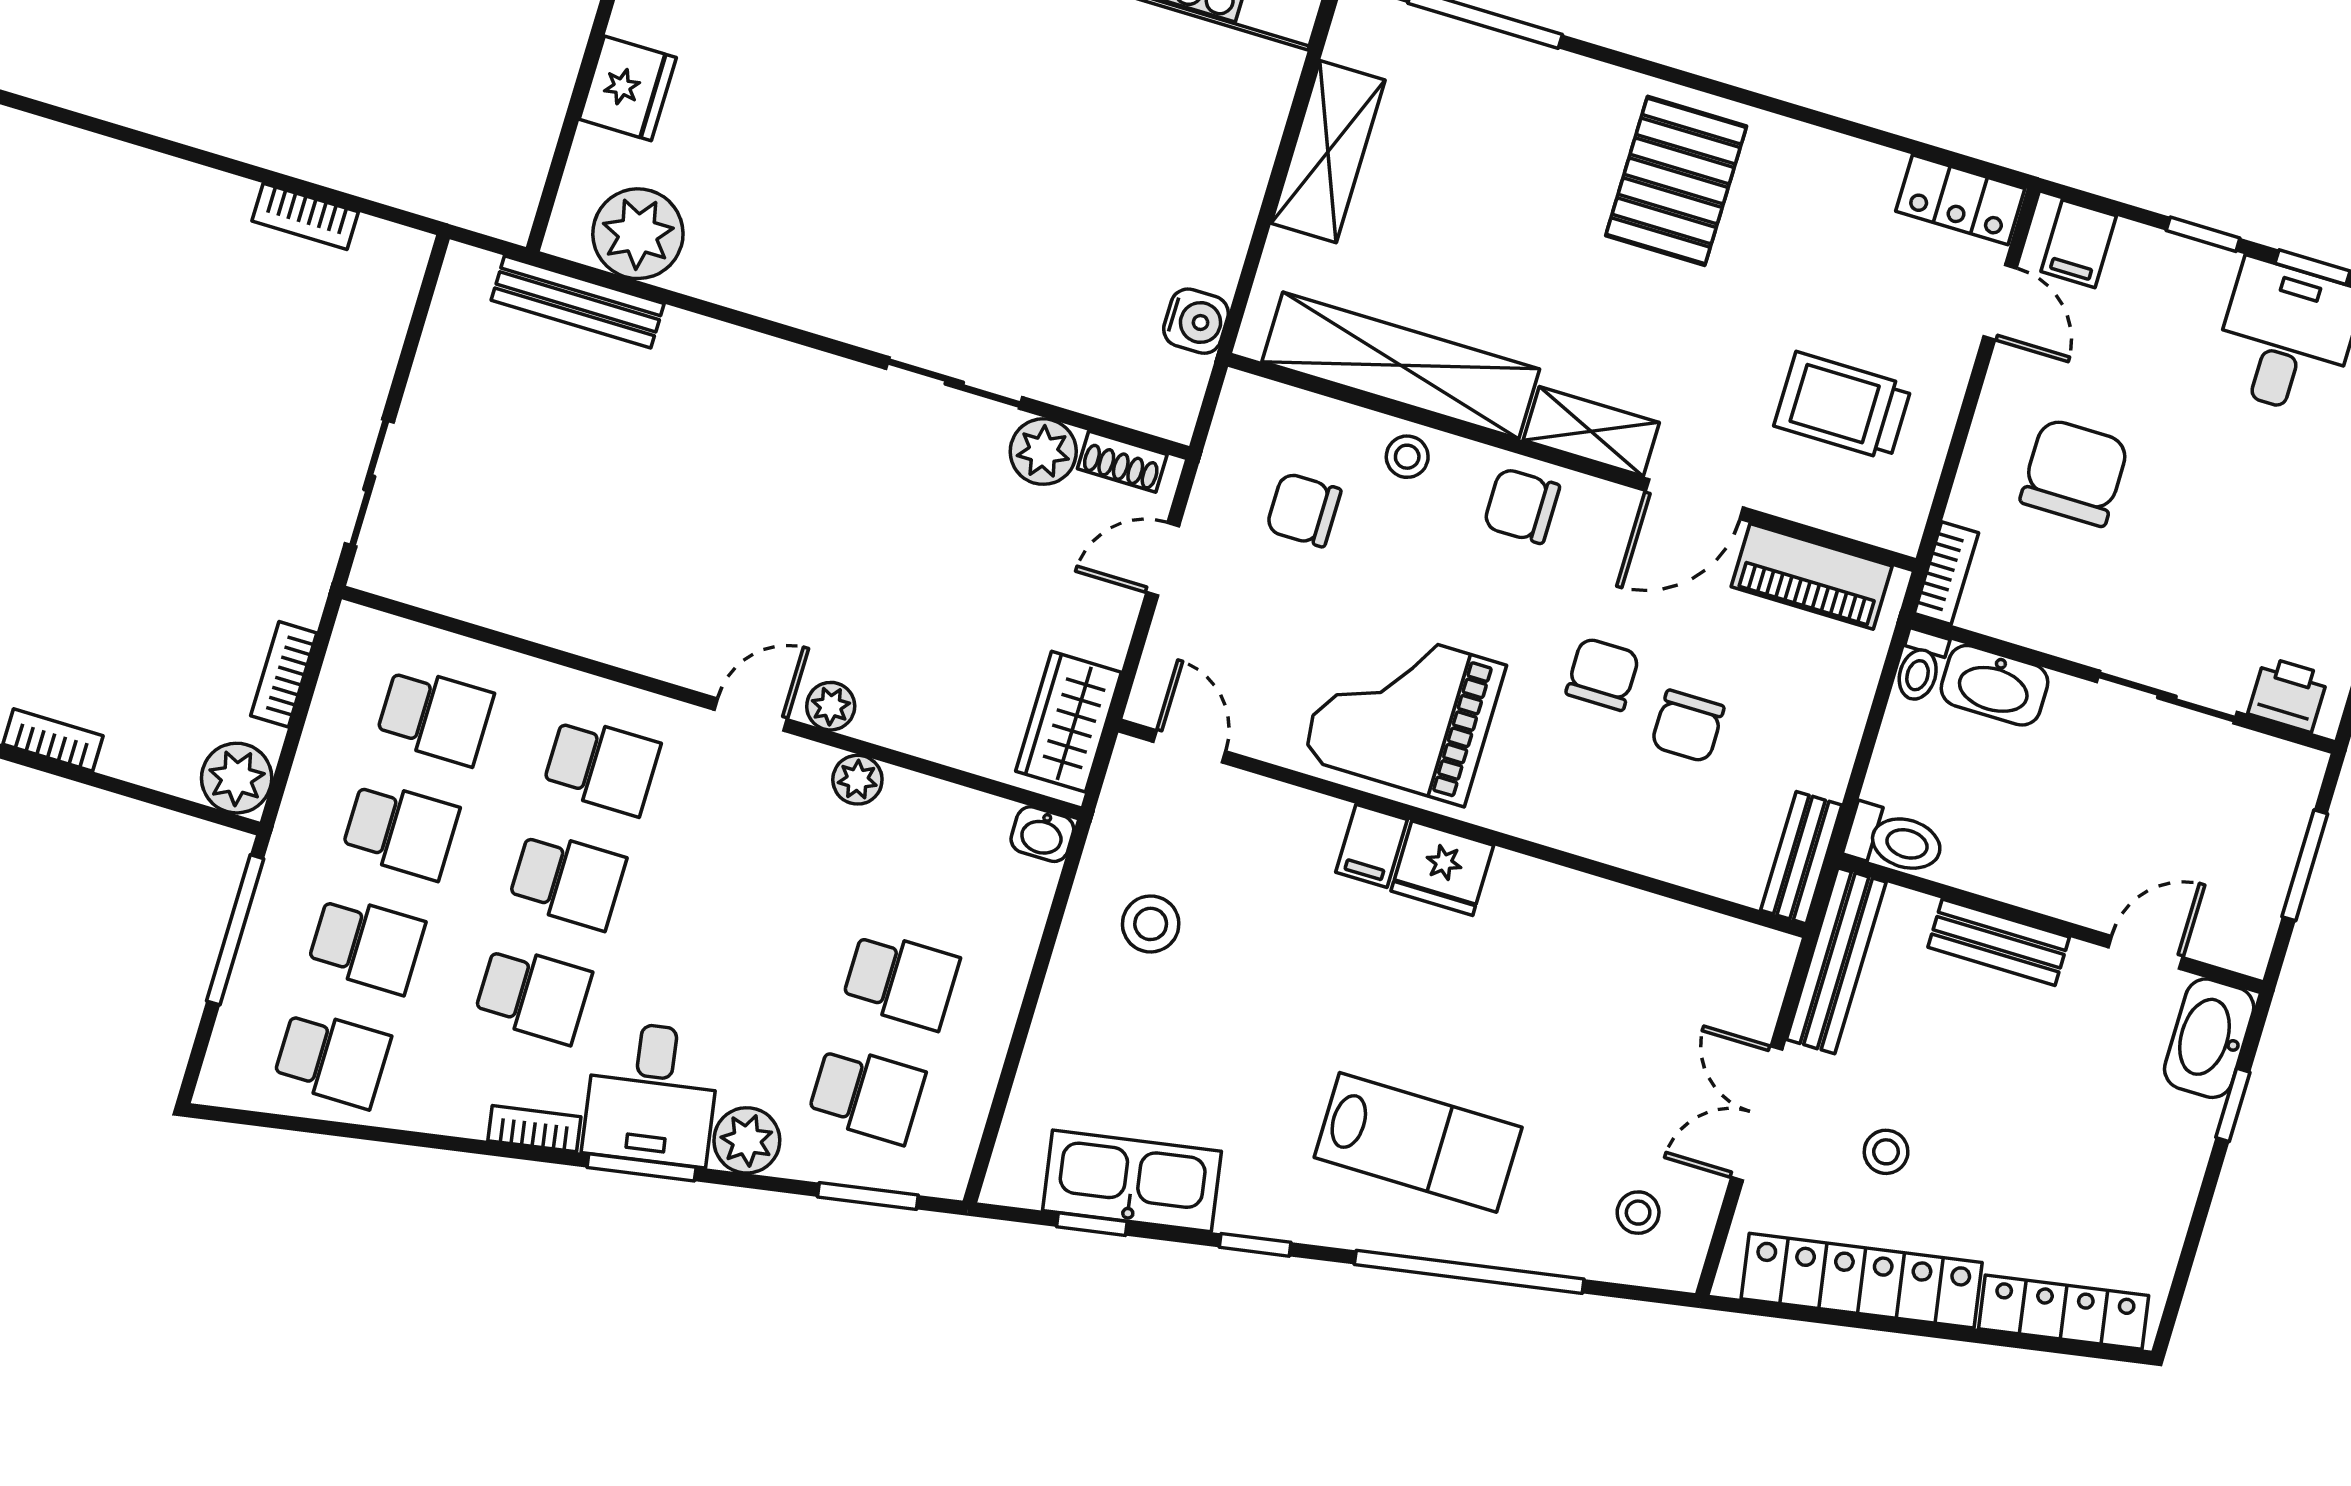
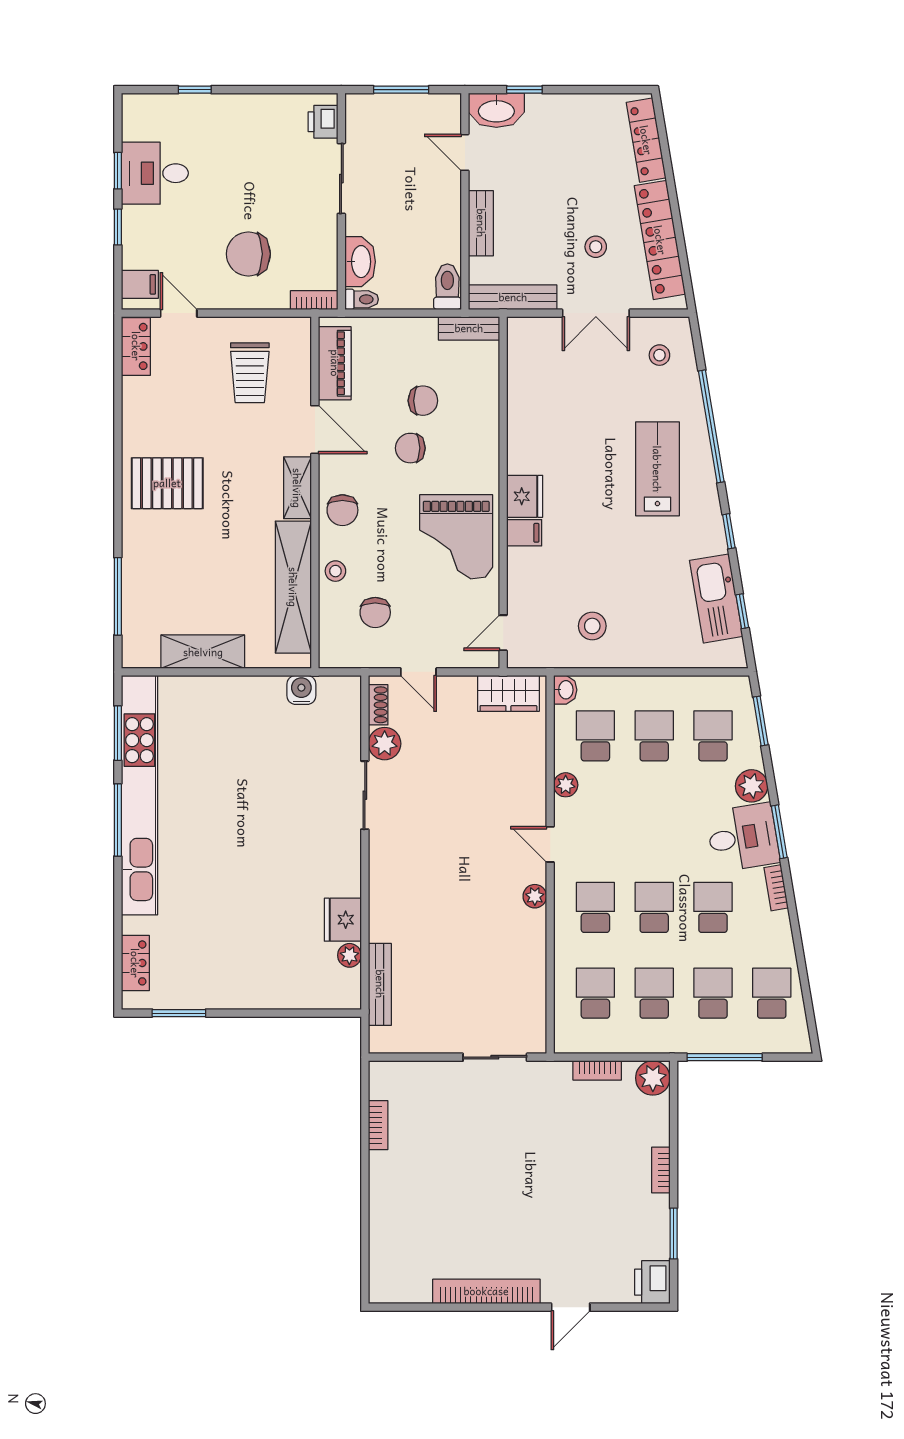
fridge: (628, 88) -> (343, 920), moved, turned -90
plant: (638, 234) -> (349, 955), width x0.53, depth x0.53
door: (2000, 302) -> (179, 313), hinge flipped
plant: (831, 706) -> (535, 896), moved
school desk: (935, 866) -> (595, 736), added

